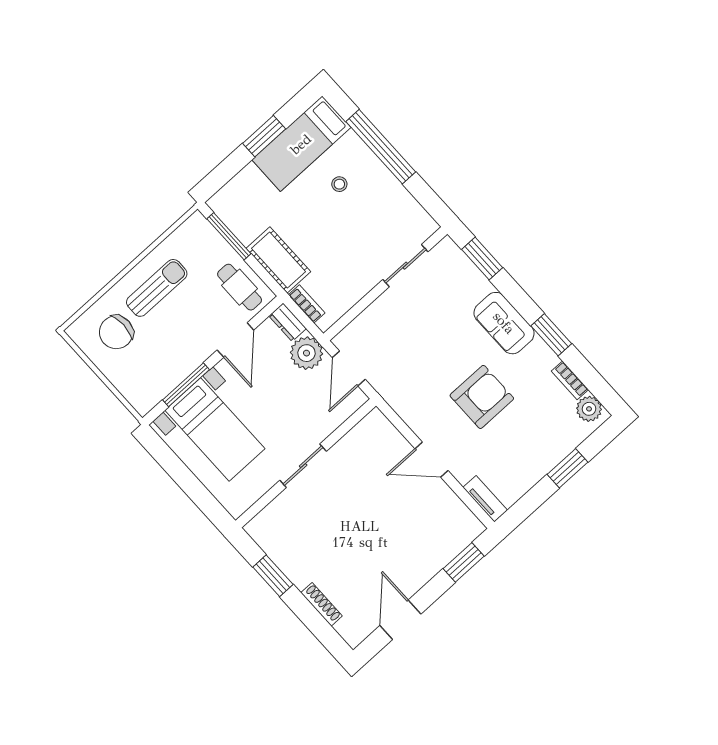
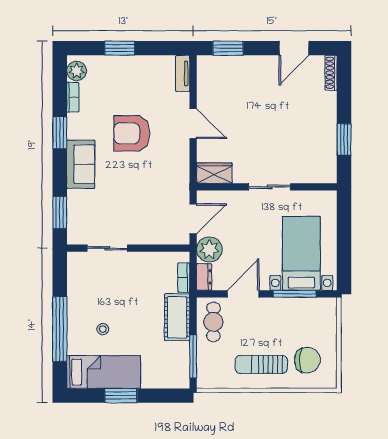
wardrobe: (368, 431) -> (214, 173), added
shoe rack: (322, 604) -> (331, 73), moved

